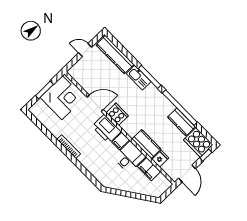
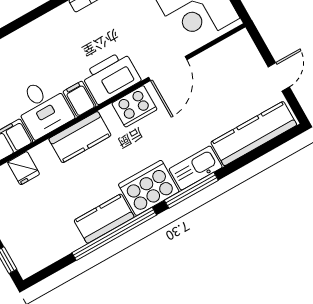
kitchen counter: (181, 122) -> (104, 219), moved
cooker: (198, 142) -> (149, 188), moved
kitchen counter: (146, 144) -> (80, 137), moved

